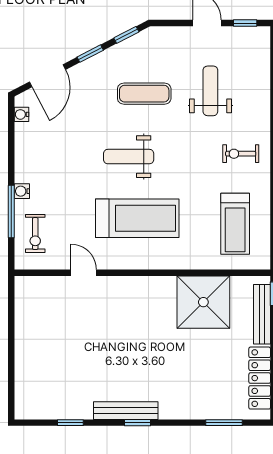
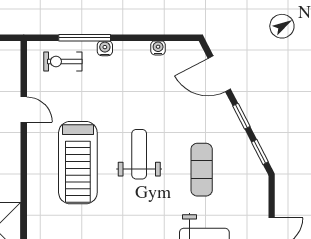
water cooler: (22, 114) -> (158, 48), moved
door: (84, 273) -> (24, 110), hinge flipped

